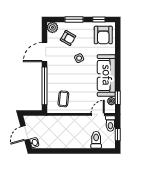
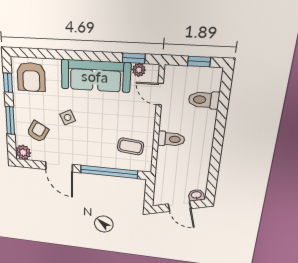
armchair: (103, 35) -> (31, 77), turned 90
toilet: (110, 123) -> (171, 139), moved

